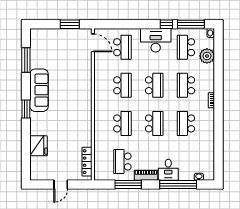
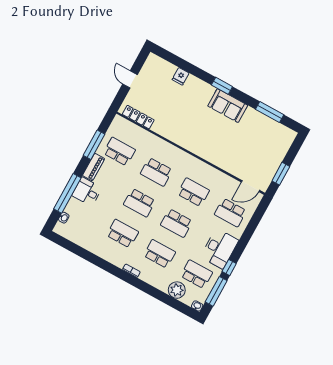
school desk: (122, 85) -> (193, 192), turned 180
sofa: (39, 90) -> (228, 106), width x0.73
fridge: (38, 146) -> (181, 76), width x0.53, depth x0.75

